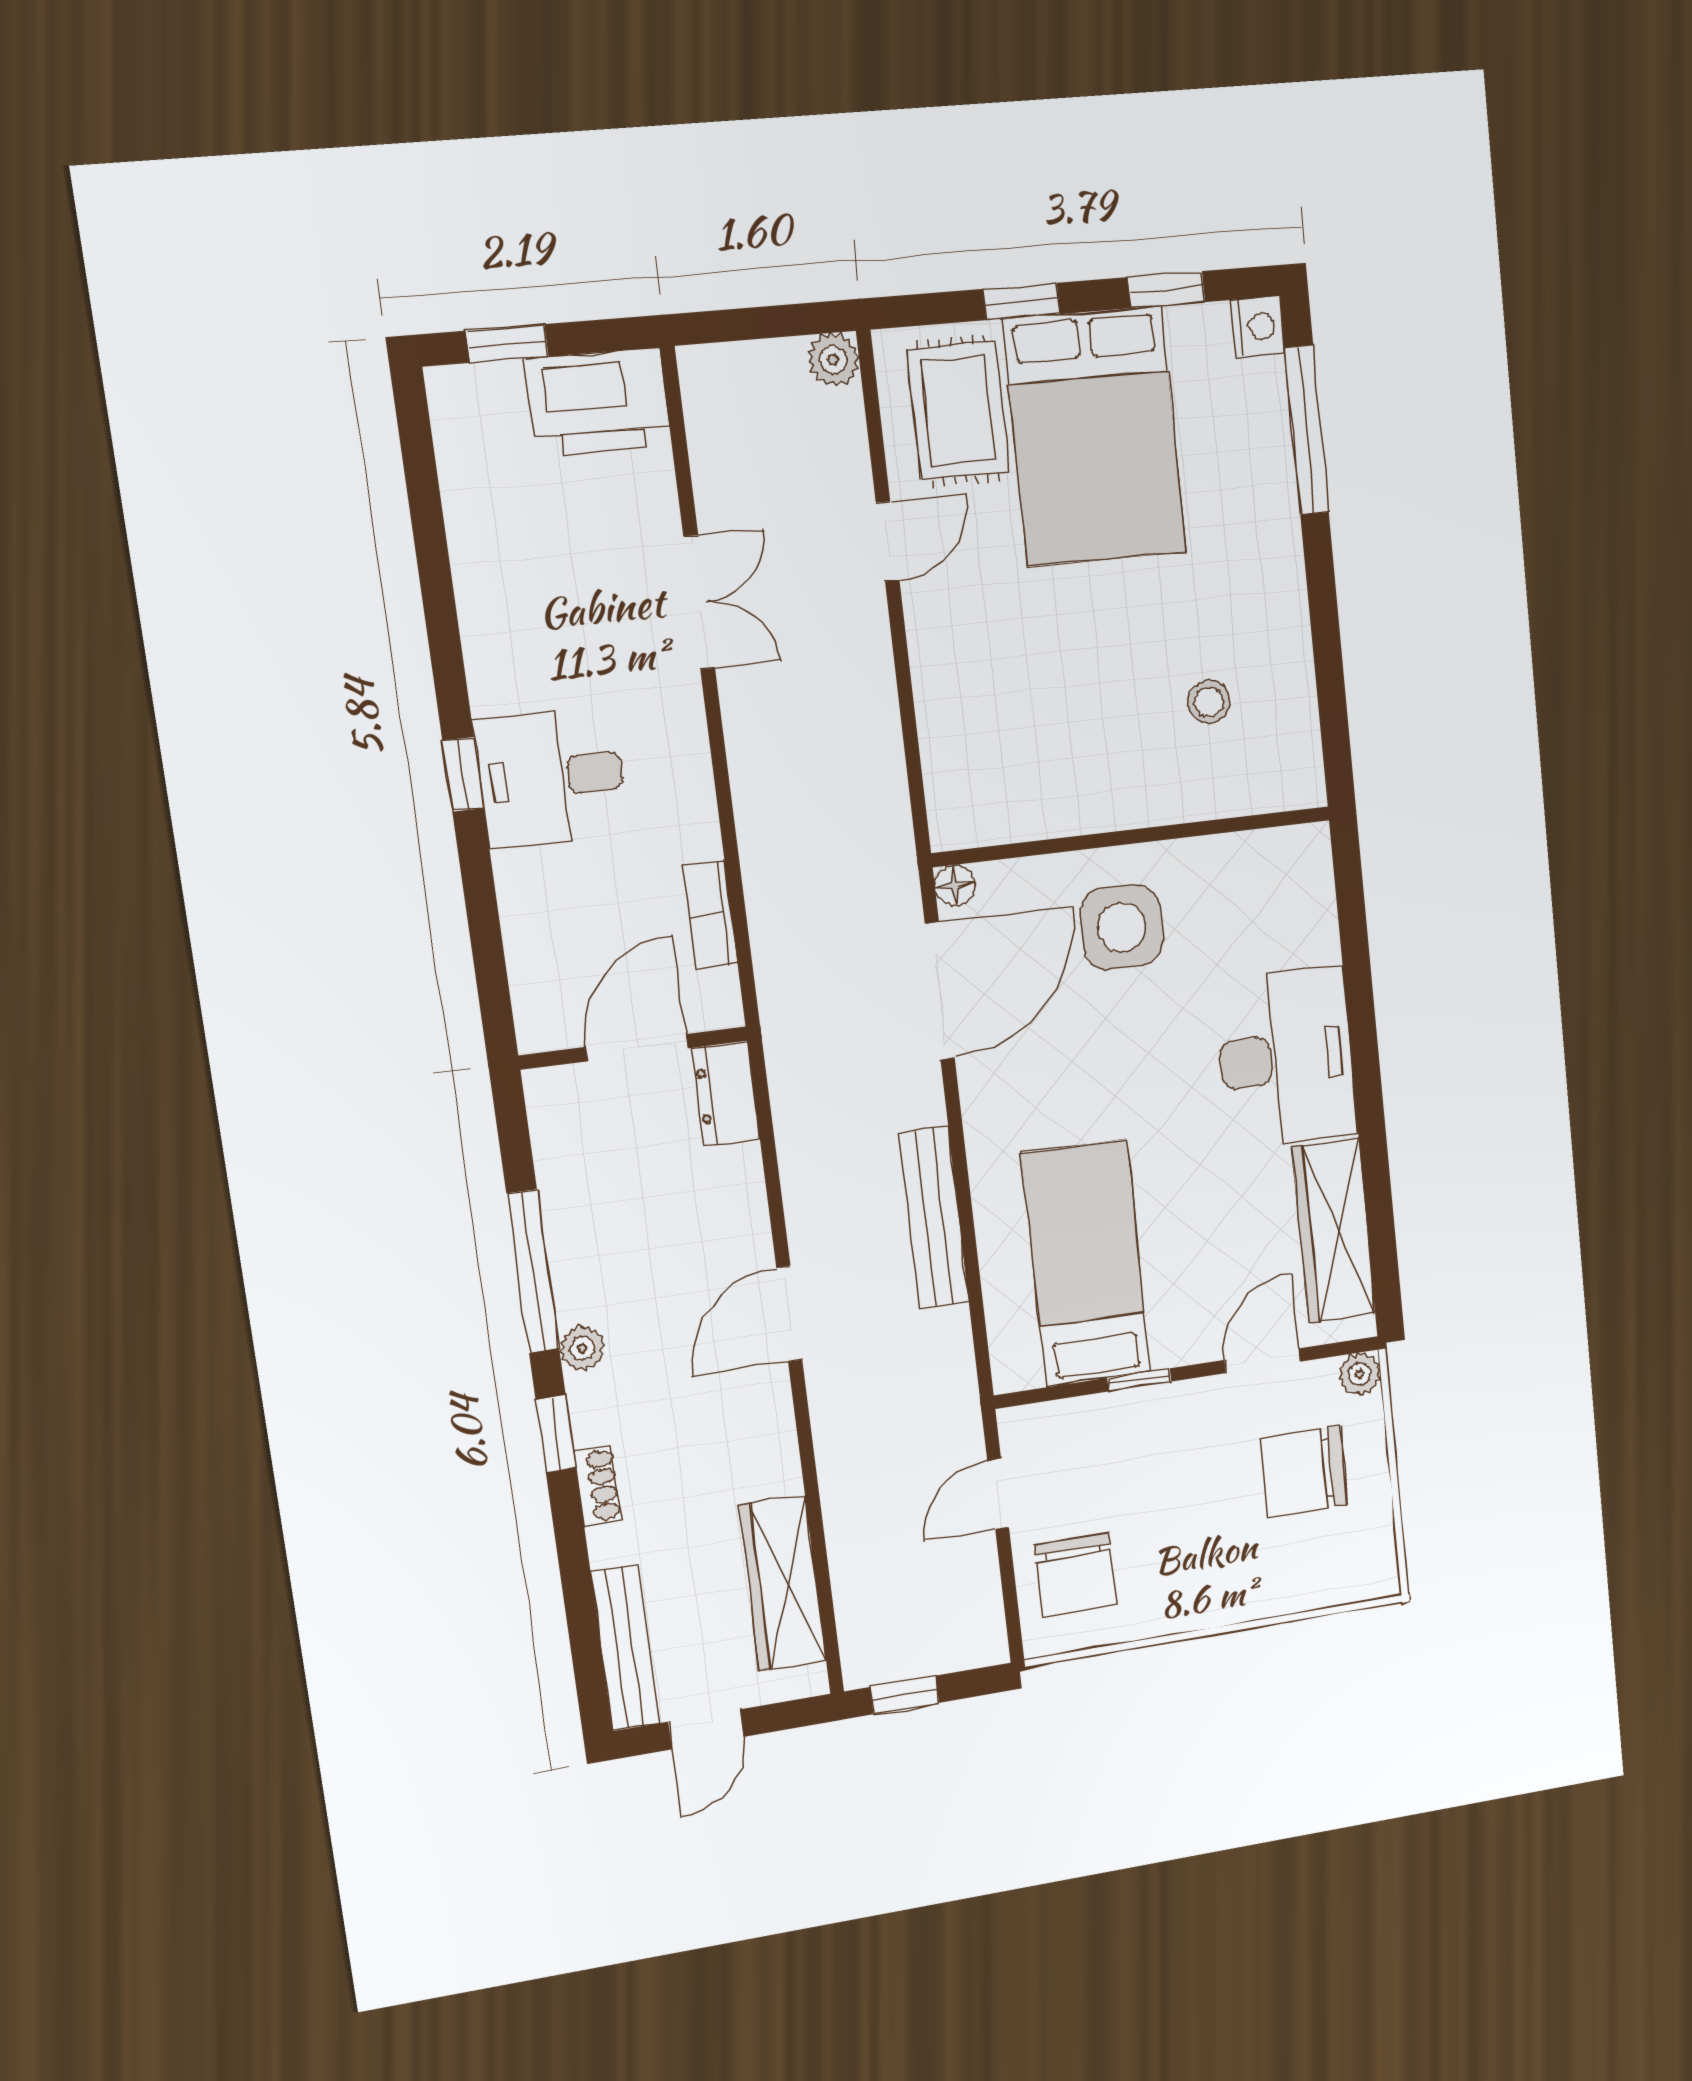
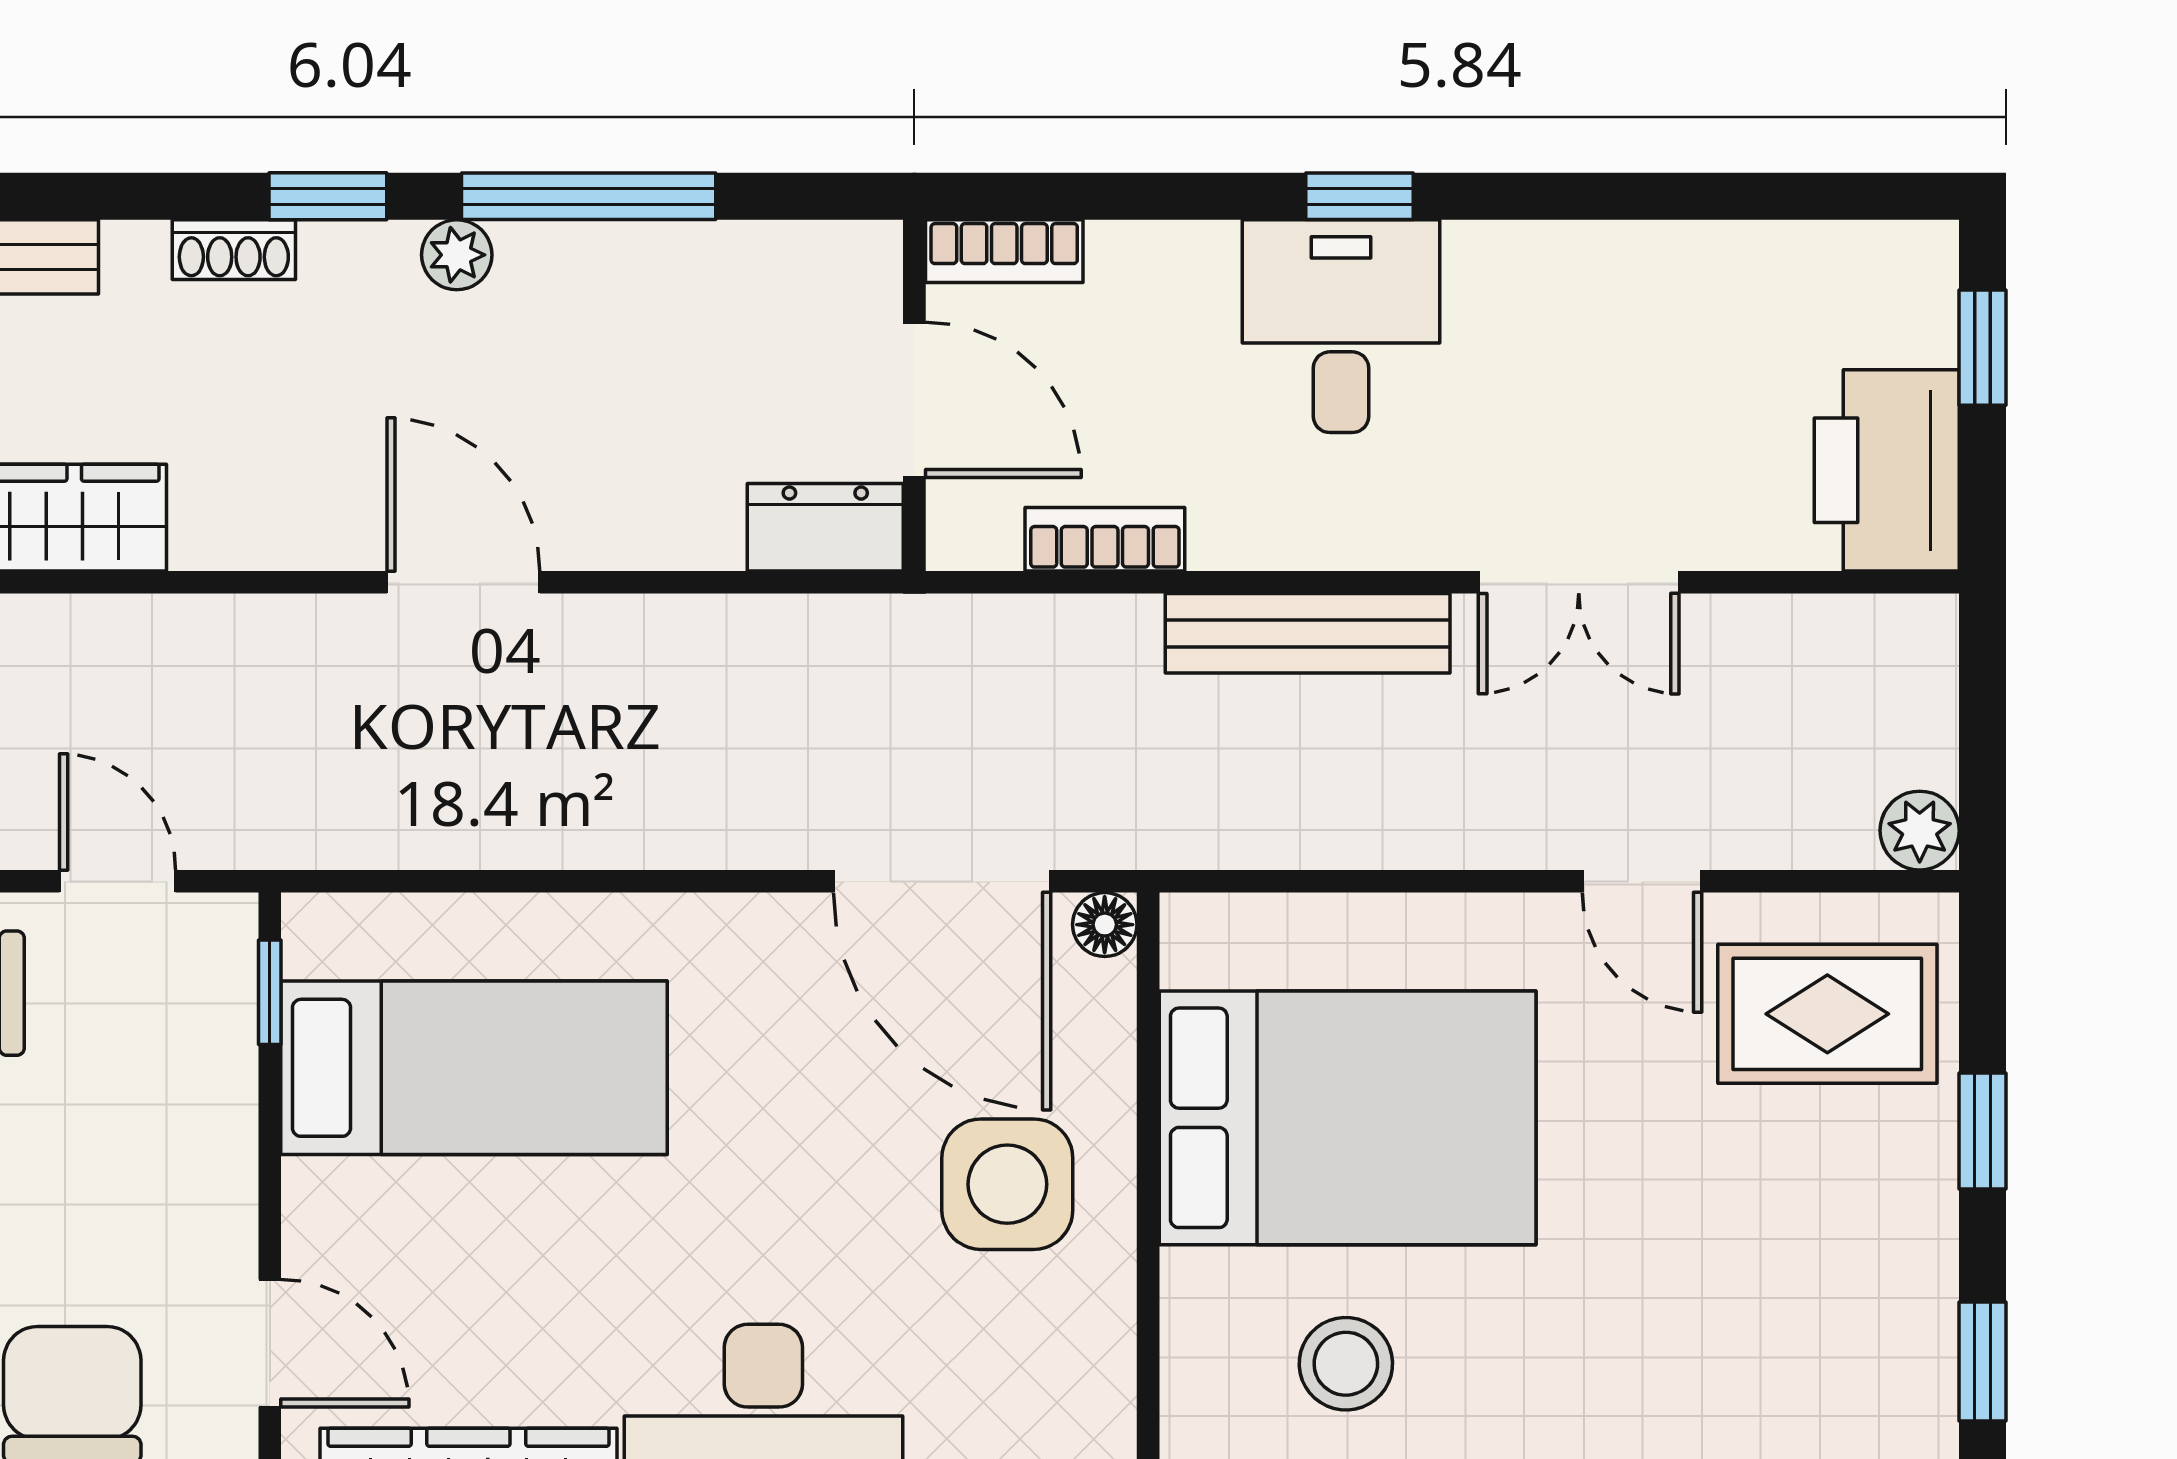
bed: (1095, 436) -> (1348, 1118), moved, turned 180
stool: (1209, 702) -> (1346, 1364), width x1.37, depth x1.37
bookcase: (532, 1002) -> (1004, 251), added
bench: (934, 1217) -> (1308, 633), moved
window: (1139, 1380) -> (270, 992), moved

